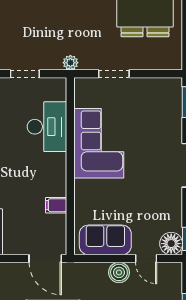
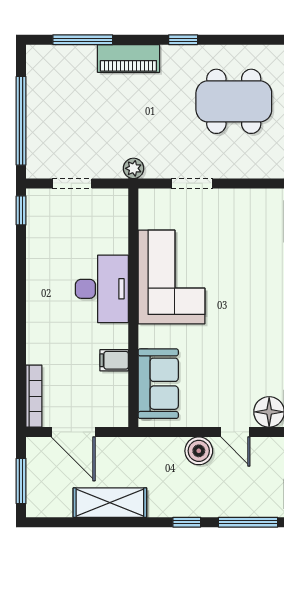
desk: (47, 127) -> (102, 289), moved
sofa: (105, 240) -> (158, 384), moved, turned 90
door: (45, 258) -> (73, 432), moved

